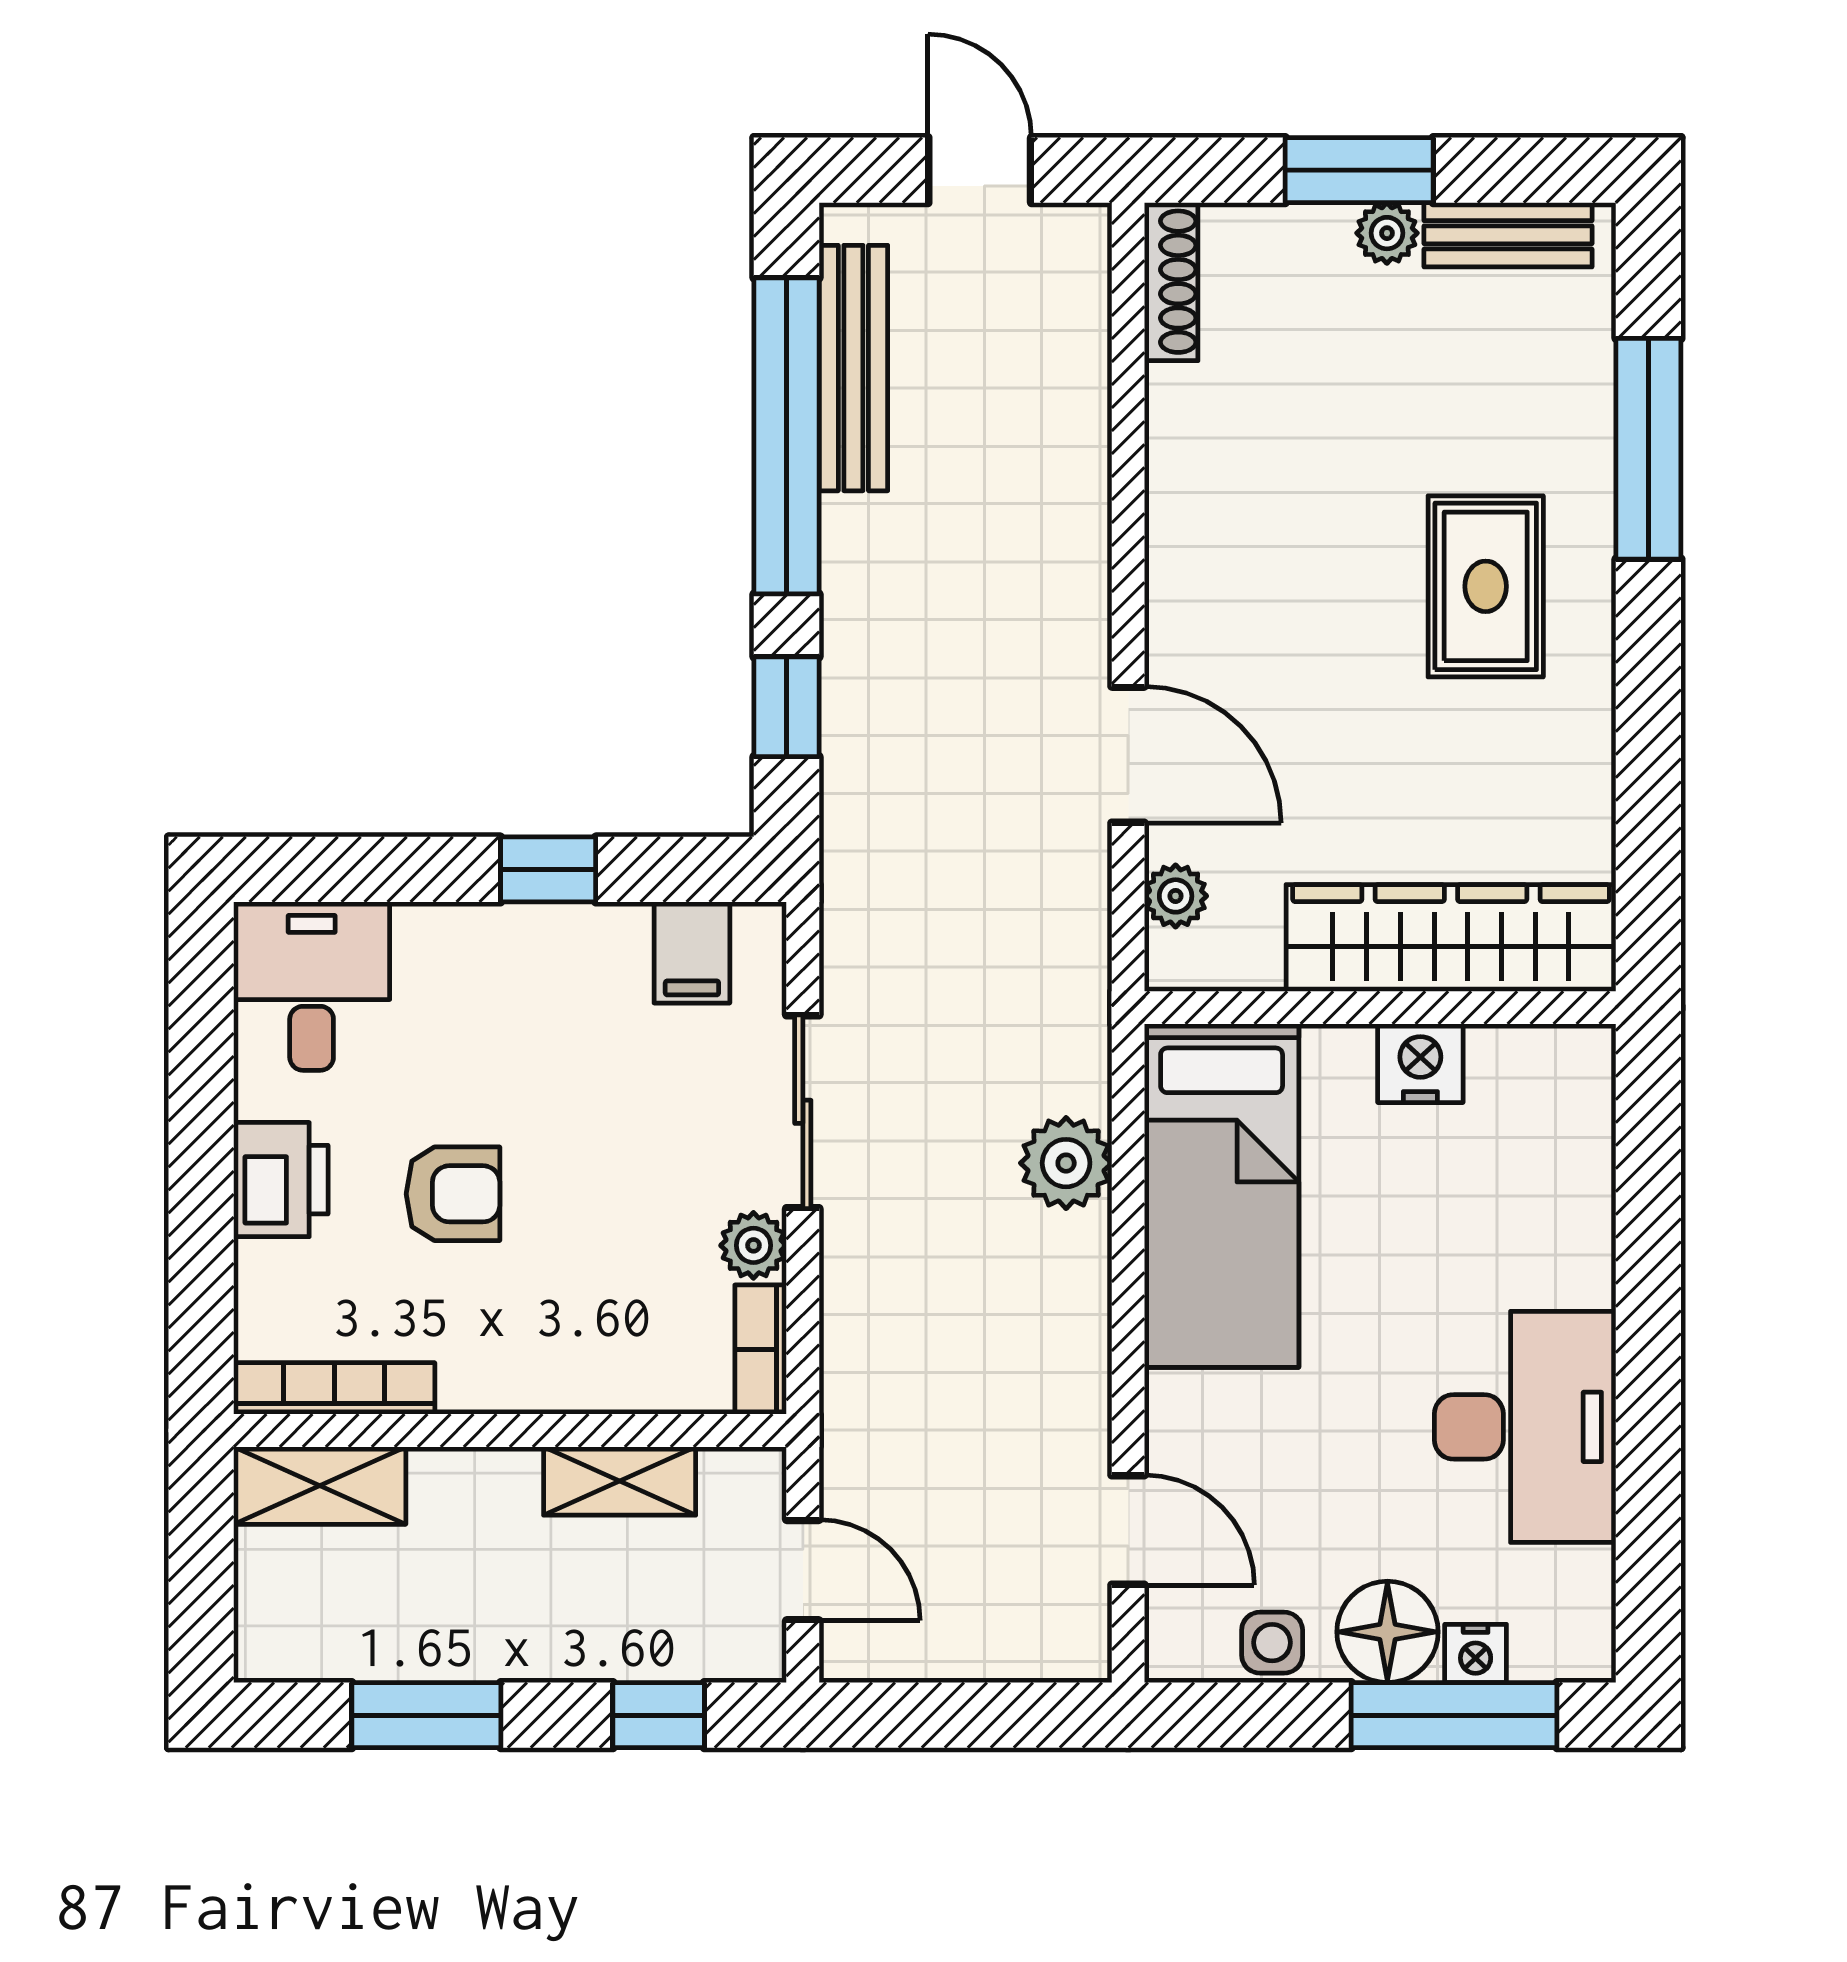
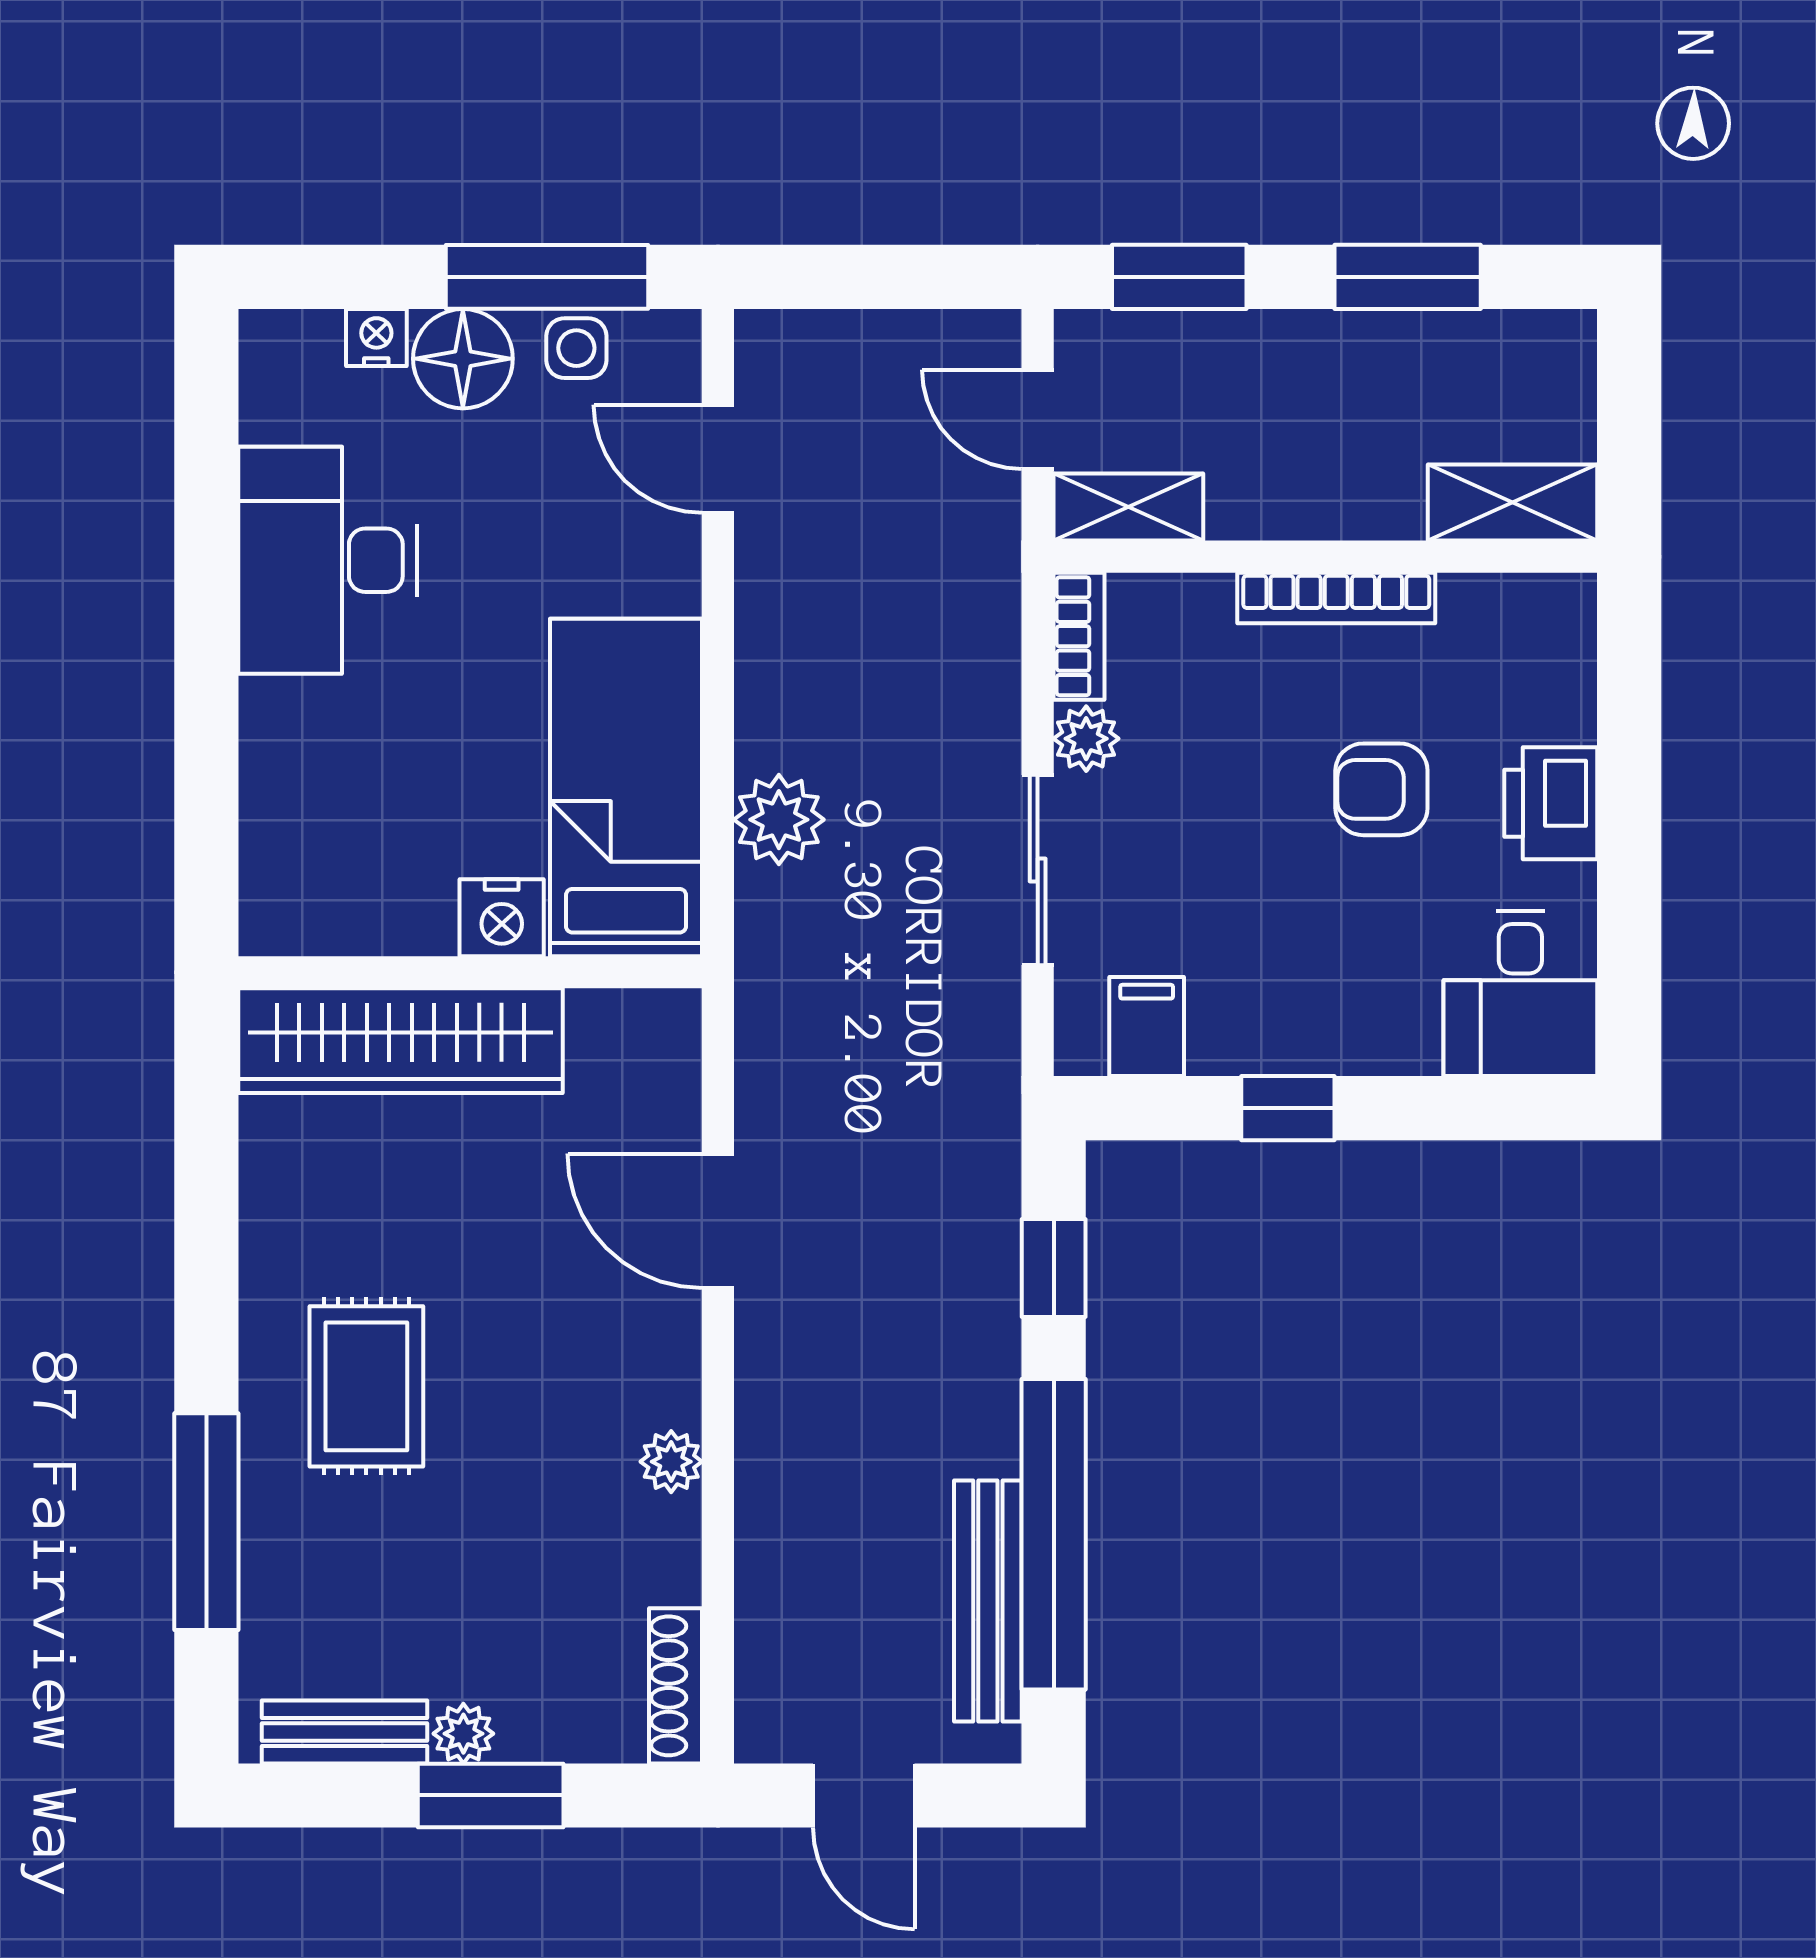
plant: (1176, 896) -> (671, 1462), moved
nightstand: (1420, 1063) -> (502, 918), moved
bookcase: (334, 1388) -> (1336, 598), moved
shelving: (620, 1481) -> (1128, 507), moved
window: (659, 1715) -> (1179, 277), width x1.50
window: (1454, 1715) -> (547, 277), moved

